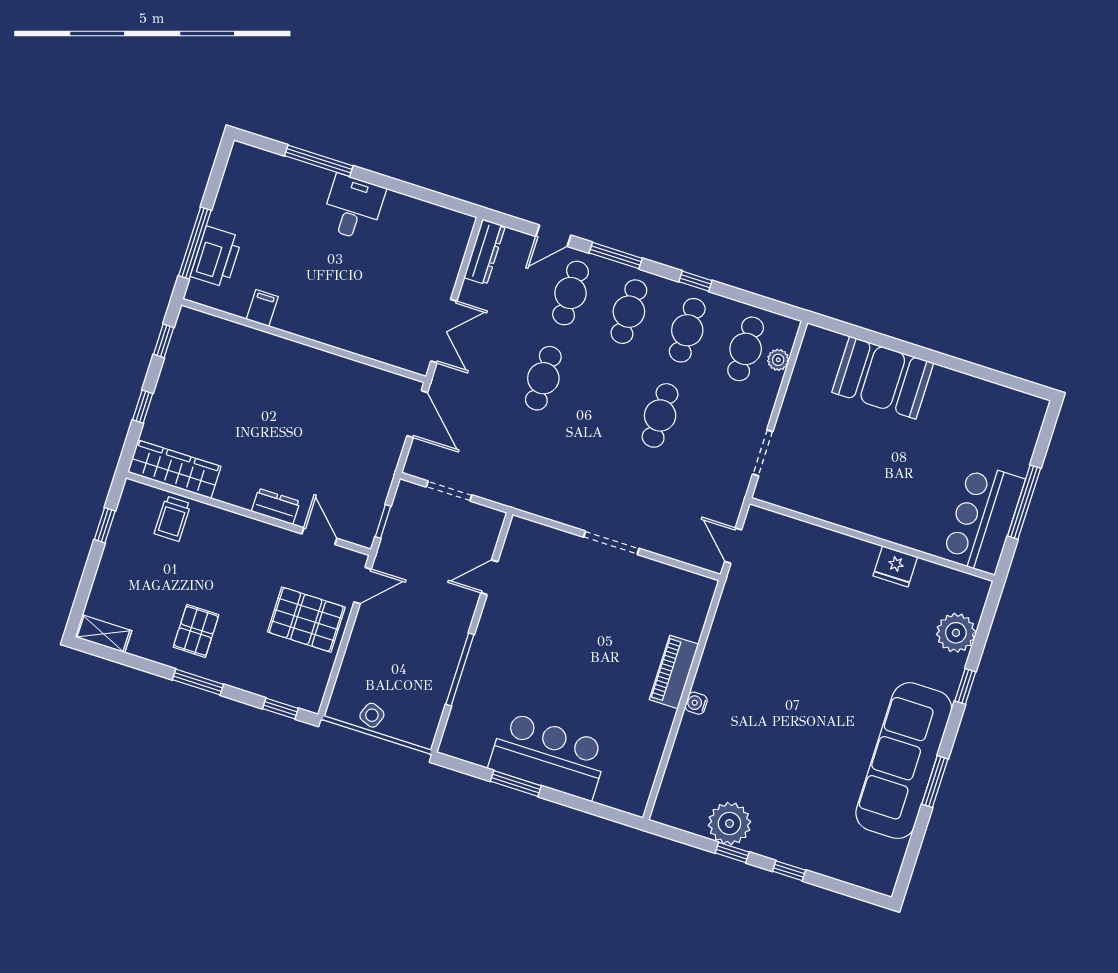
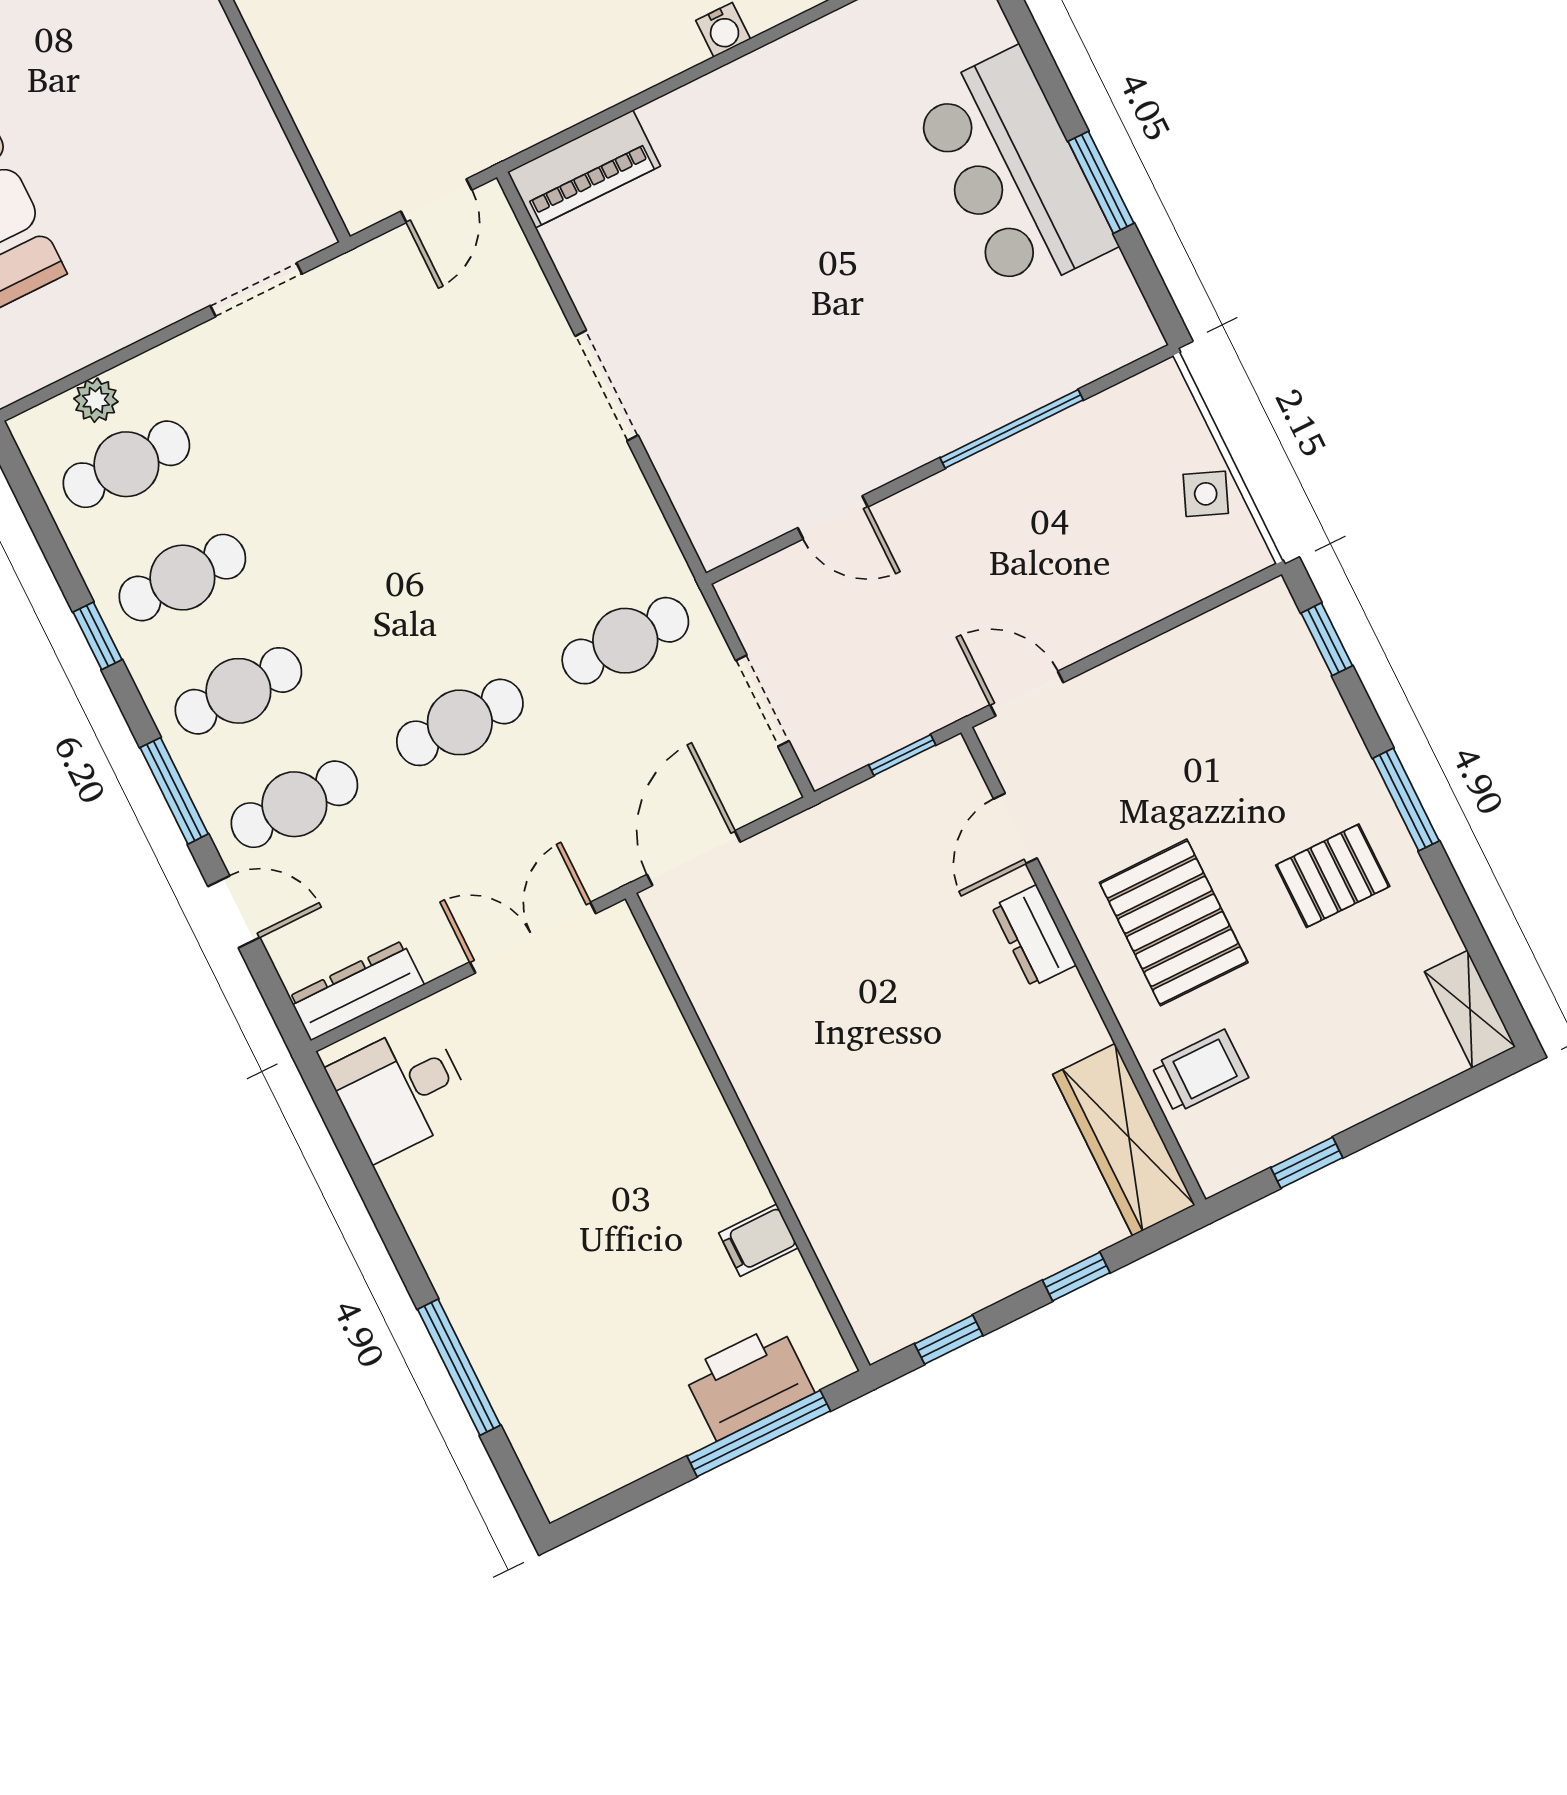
desk: (353, 208) -> (401, 1091), moved
cafe table: (660, 415) -> (625, 641), moved
pallet: (306, 620) -> (1174, 922), moved
piano: (674, 672) -> (584, 169), moved

